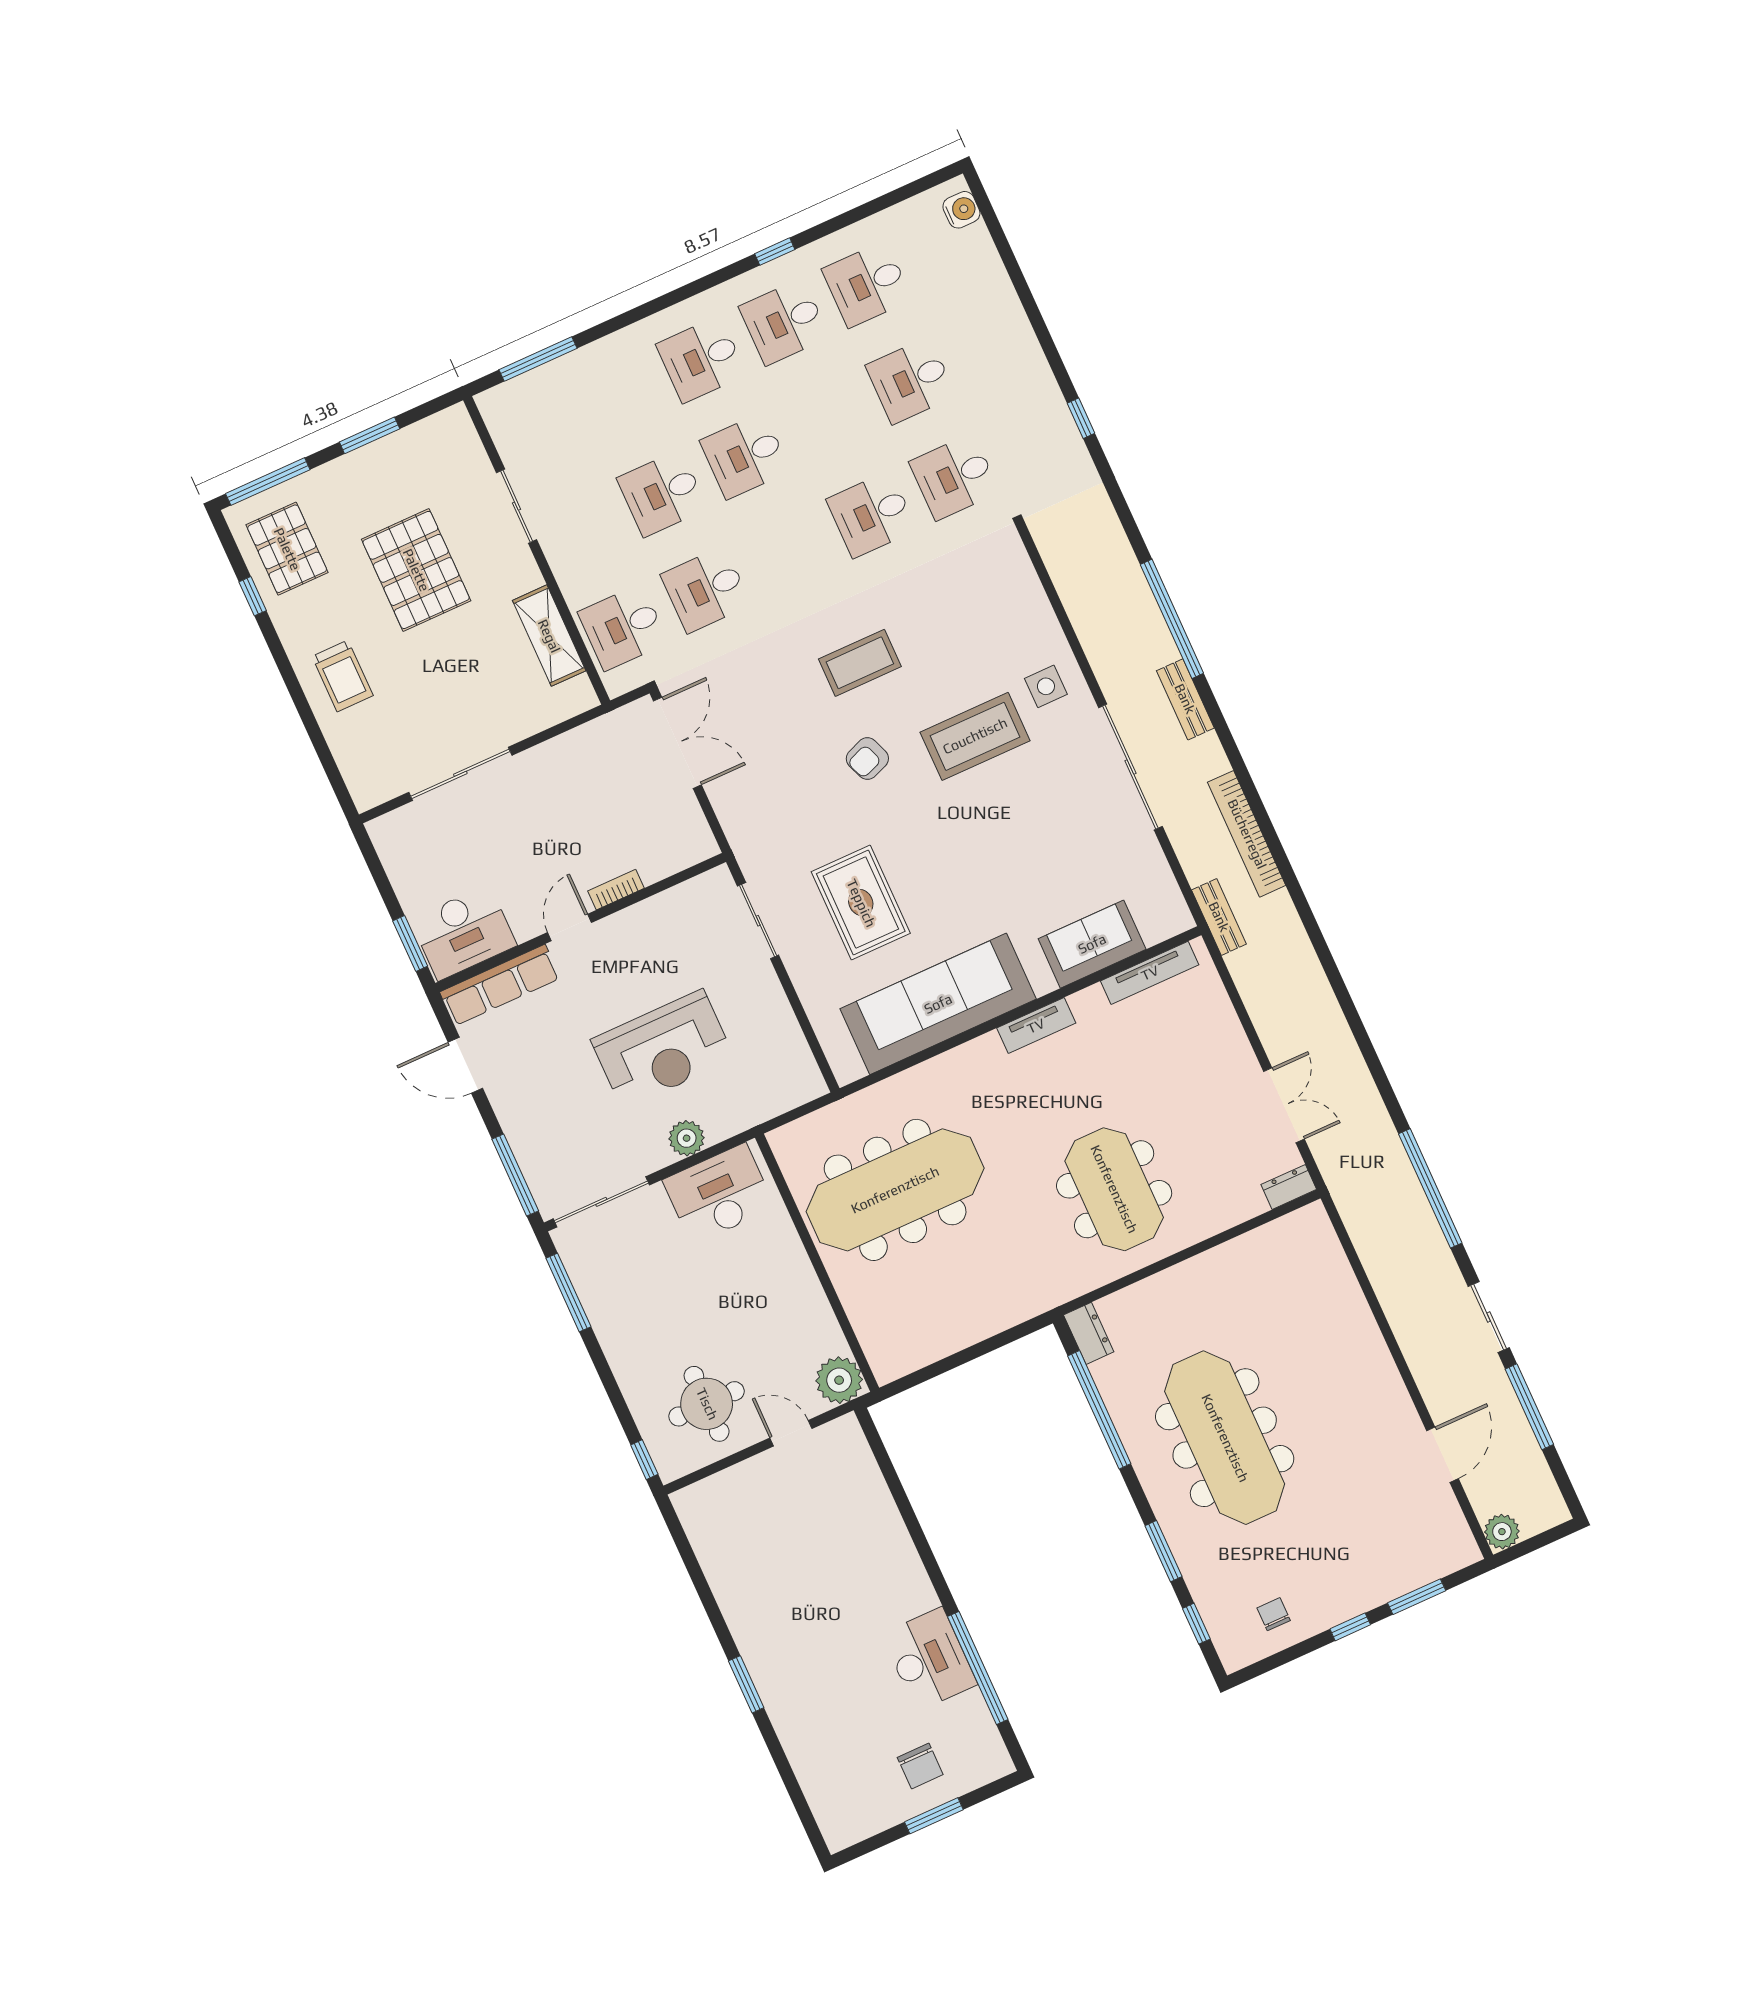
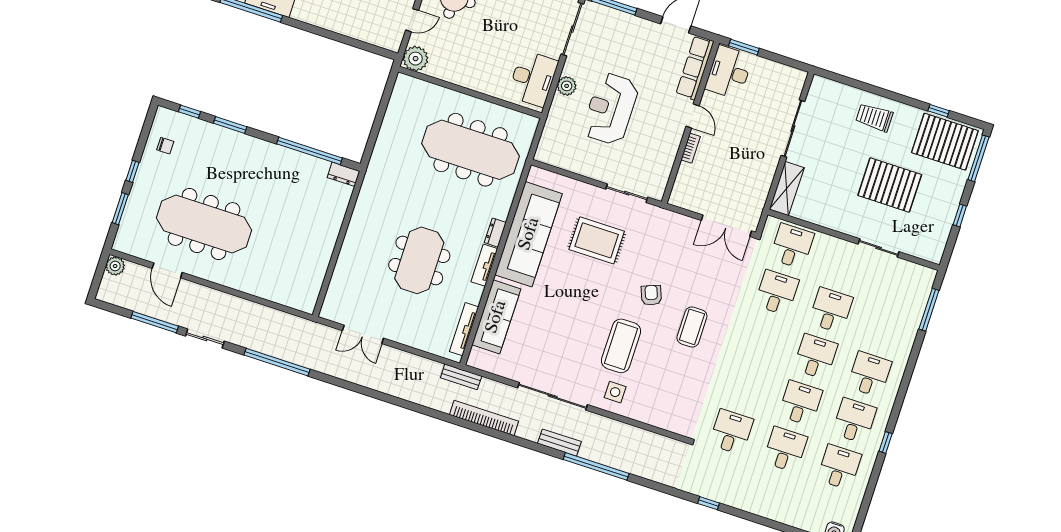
window: (370, 435) -> (960, 215), width x0.67
desk: (872, 515) -> (800, 403), moved
pallet: (287, 549) -> (945, 142), width x1.37, depth x1.41
shelving: (549, 636) -> (787, 188), moved, turned 90
sofa: (1092, 944) -> (496, 317), width x1.36
dresser: (1289, 1187) -> (495, 233), moved, turned 180
meeting table: (1114, 1189) -> (419, 260), moved, turned 90
meeting table: (895, 1190) -> (471, 150), turned 90
meeting table: (1225, 1438) -> (204, 224), moved

